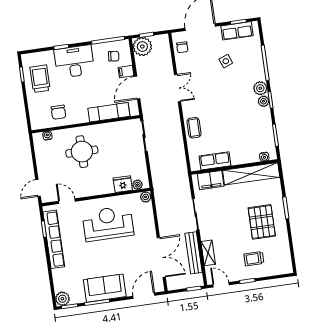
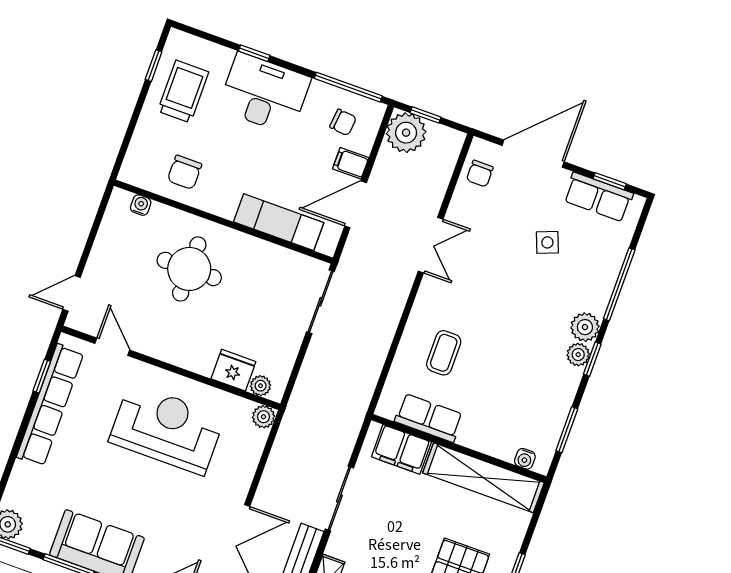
coffee table: (194, 128) -> (444, 353), moved

